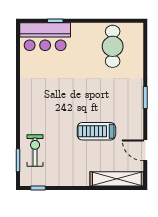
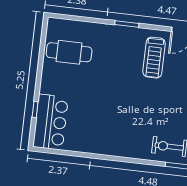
treadmill: (96, 131) -> (154, 58), moved

